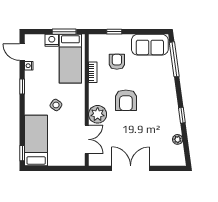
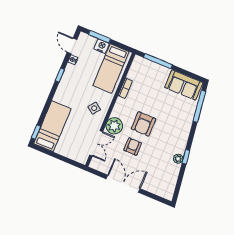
window: (64, 32) -> (99, 37), moved
window: (114, 32) -> (158, 61), width x2.17
armchair: (117, 62) -> (133, 147), moved
side table: (56, 105) -> (94, 108), moved
plant: (178, 139) -> (178, 159), moved

